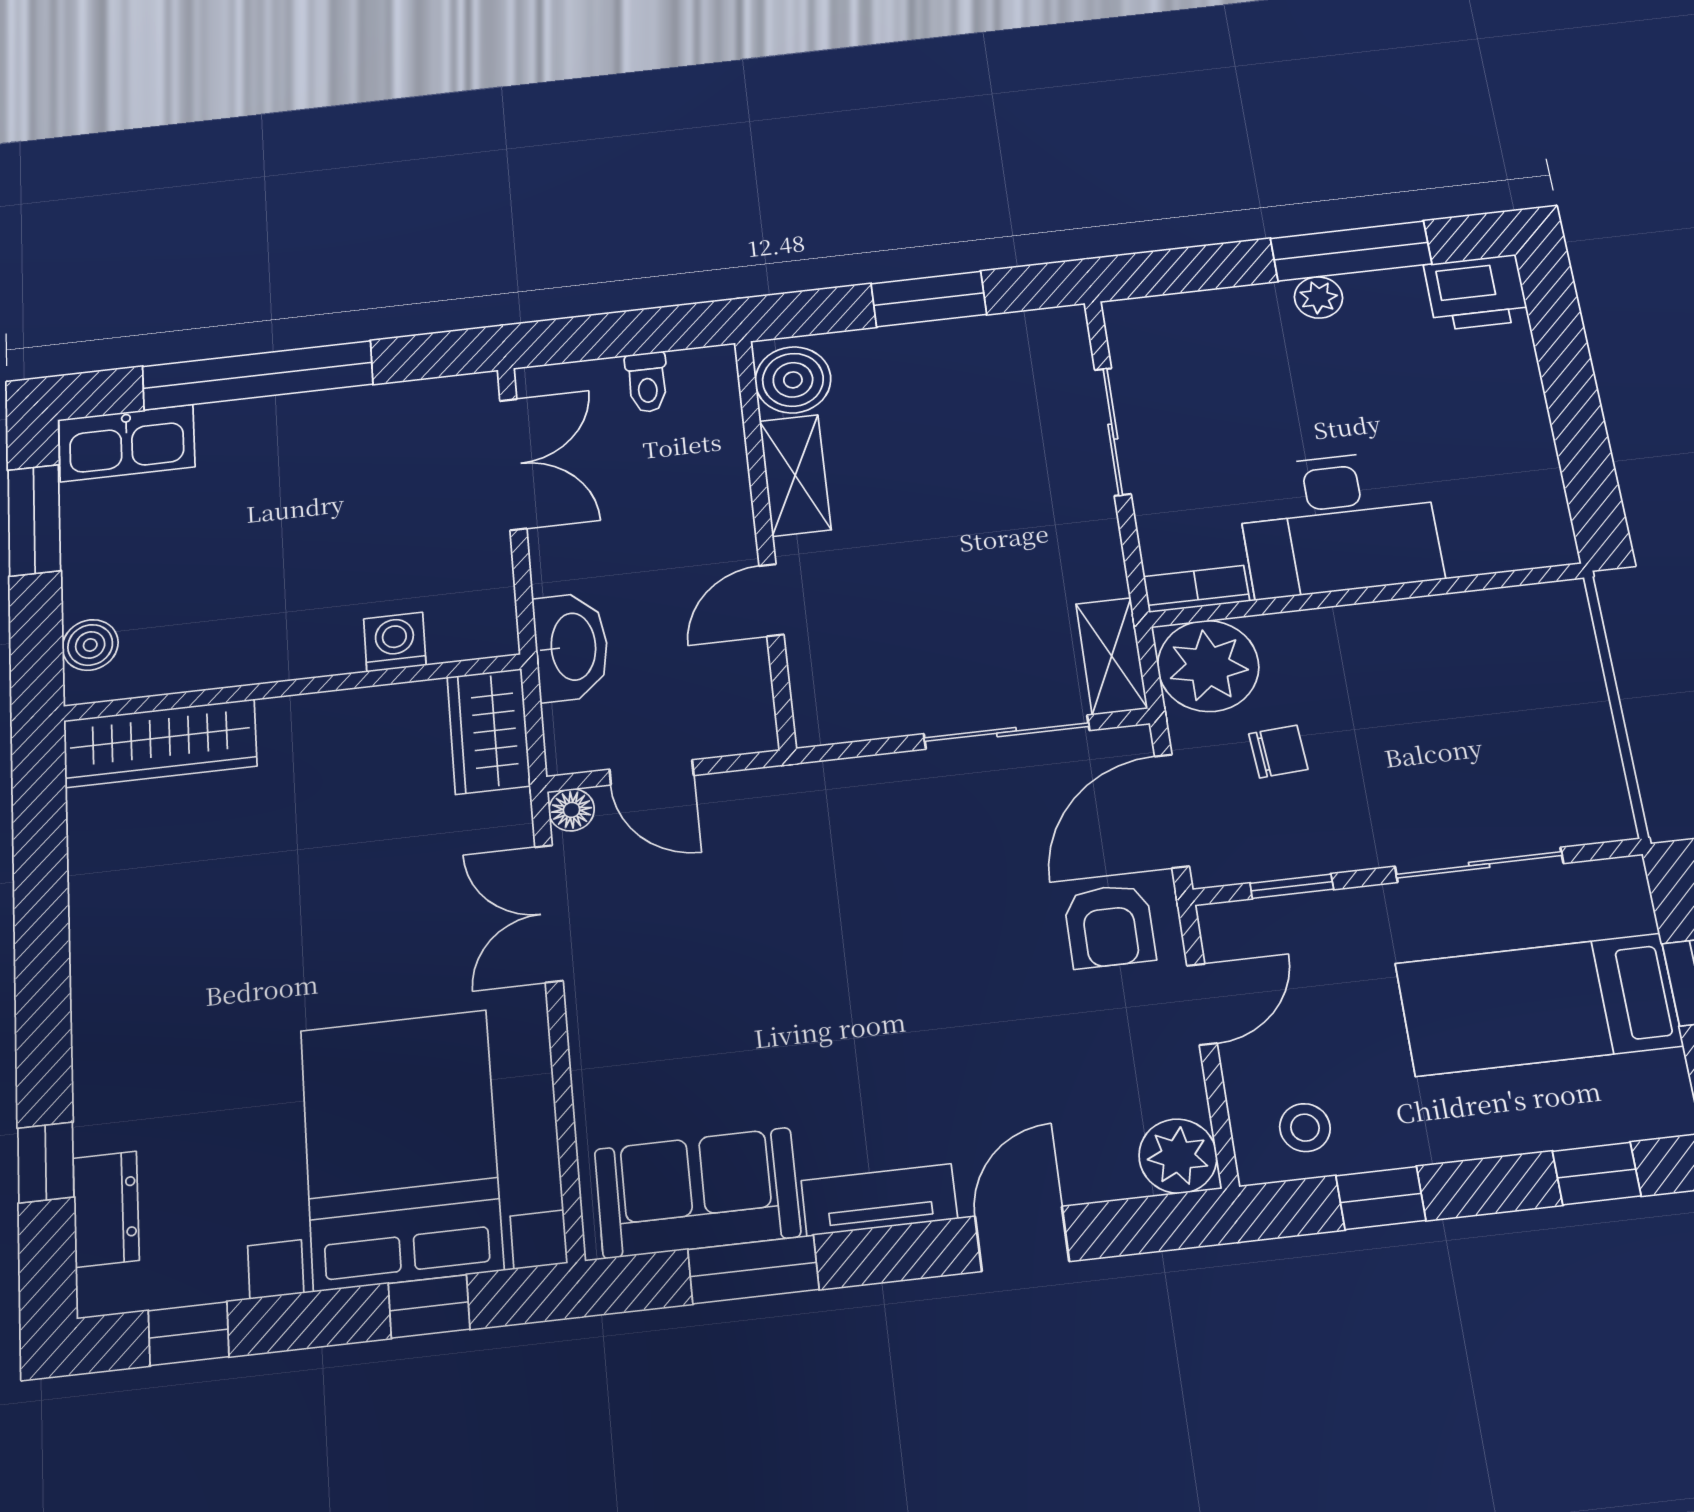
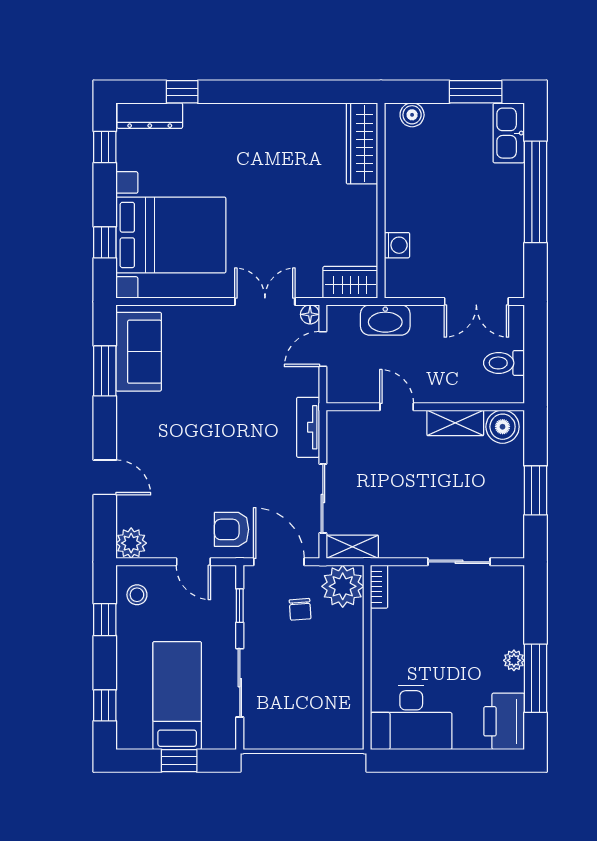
printer: (1476, 292) -> (504, 721), width x1.37, depth x1.19
toilet: (647, 382) -> (504, 363), width x1.37, depth x1.39
desk: (1338, 523) -> (411, 718), moved, turned -90
tv unit: (879, 1200) -> (308, 427), moved, turned 180
dresser: (106, 1209) -> (150, 116), width x1.44

